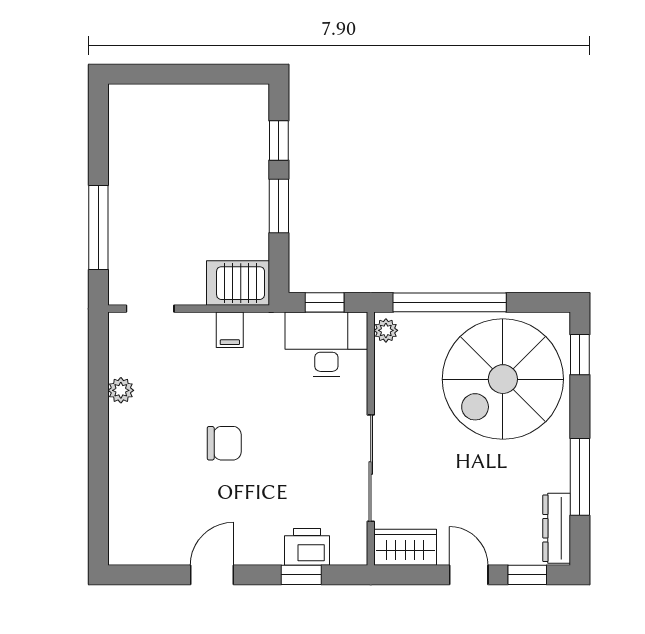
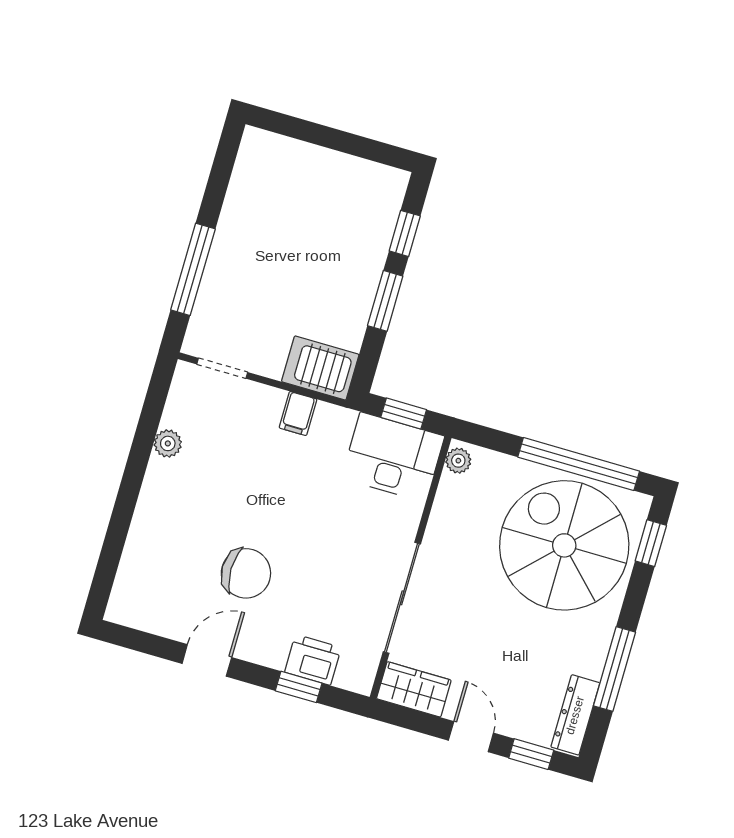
window: (450, 302) -> (579, 464), moved
spiral stairs: (503, 379) -> (564, 545), turned 90
chair: (224, 443) -> (246, 573), moved, width x1.37, depth x1.37

